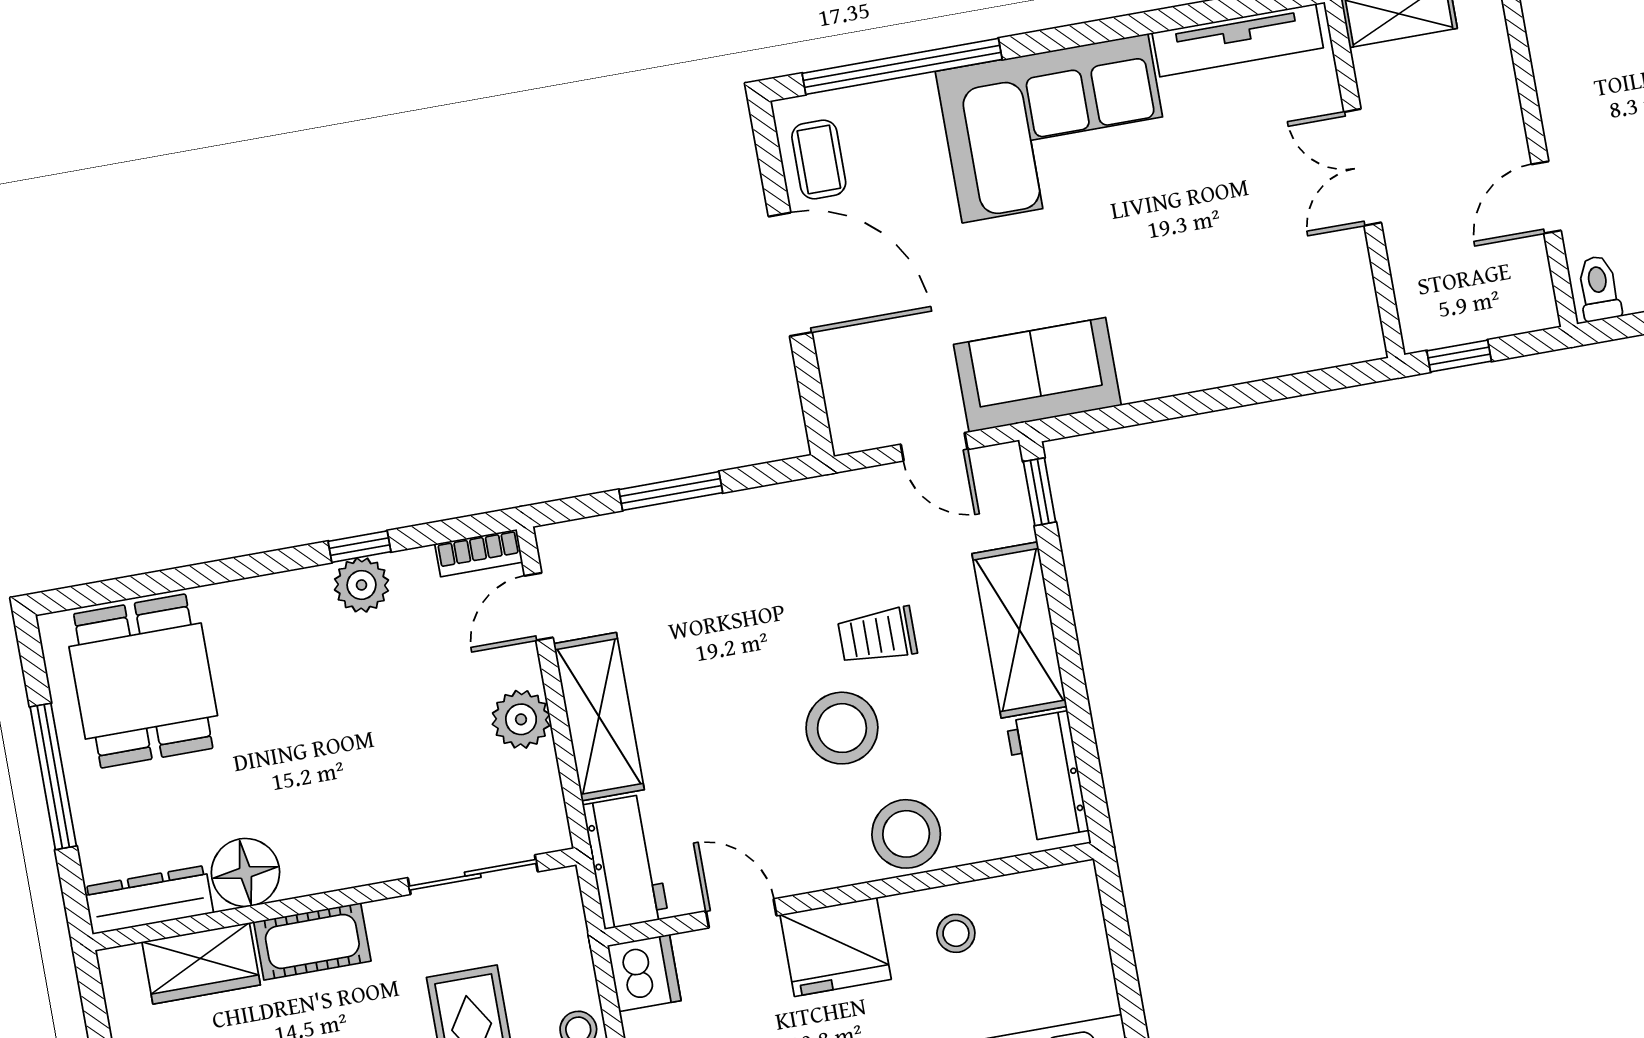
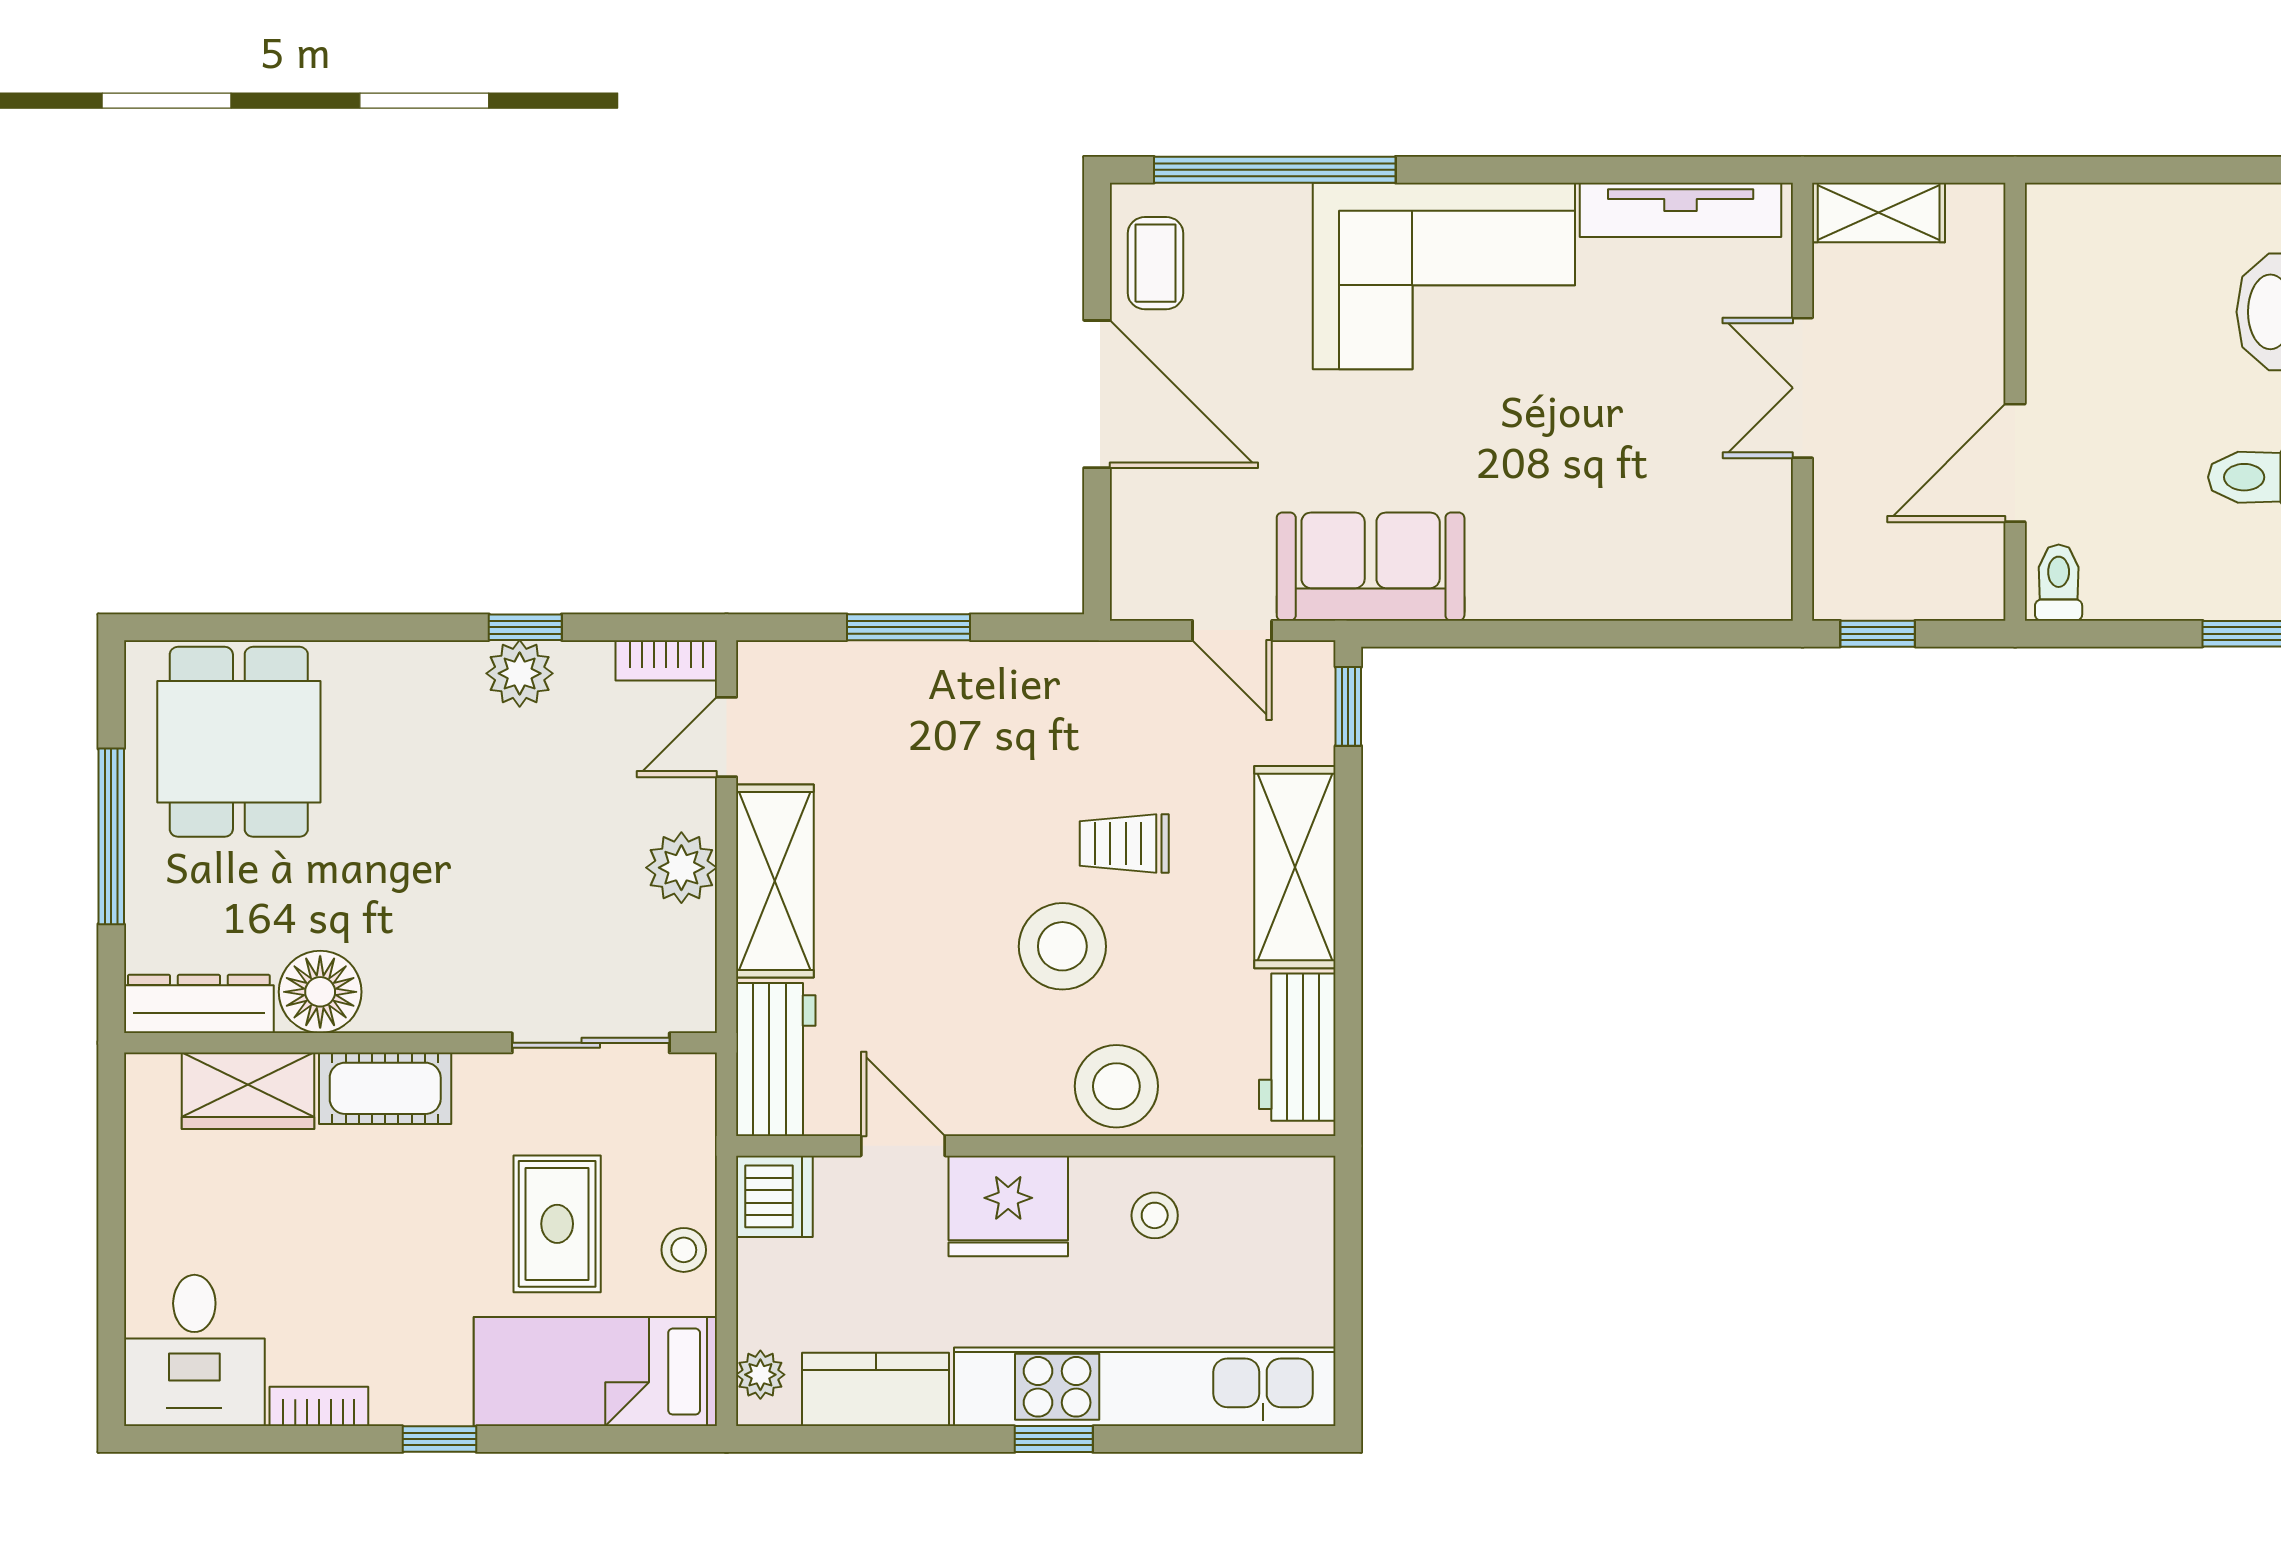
door: (1546, 197) -> (2015, 463), width x1.38

